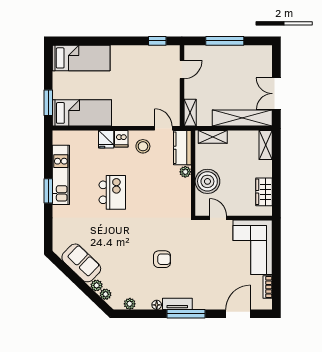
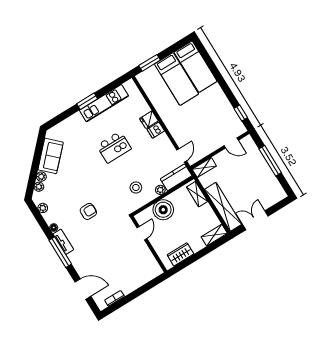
bed: (82, 113) -> (177, 79), moved
stool: (143, 146) -> (136, 187), moved
corner sofa: (253, 247) -> (136, 270), removed
armchair: (162, 259) -> (88, 211), turned -90

